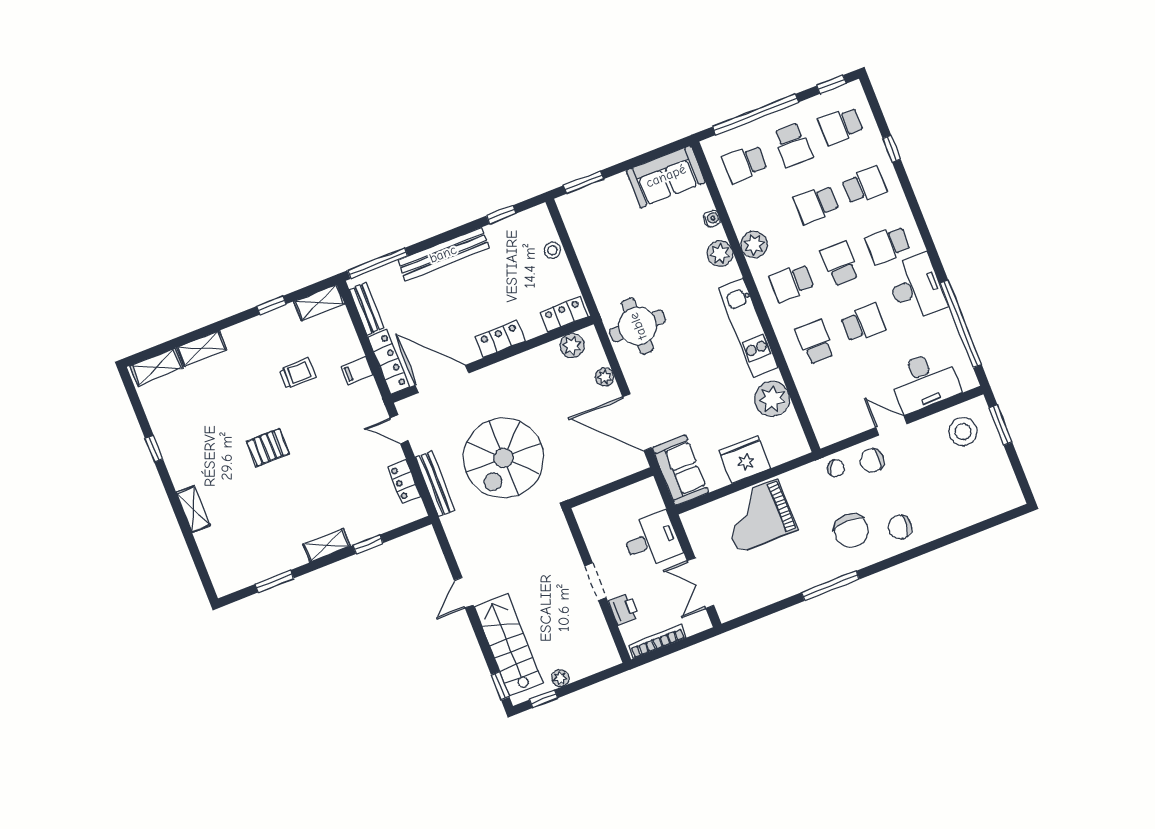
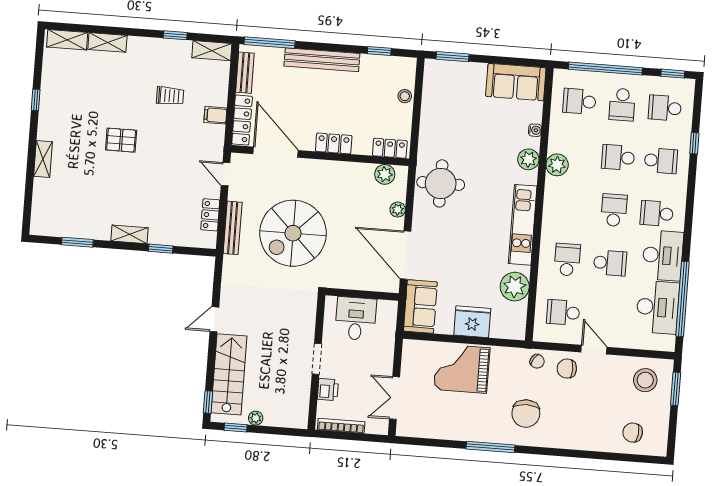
school desk: (792, 283) -> (563, 312), moved
desk: (924, 381) -> (658, 307), moved, turned -90
chair: (900, 527) -> (633, 433), moved
desk: (651, 540) -> (356, 319), moved, turned -90

